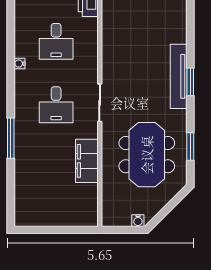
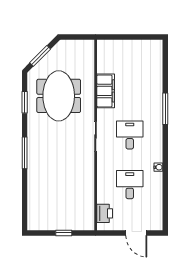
tv unit: (179, 76) -> (34, 157), removed
window: (190, 82) -> (25, 153), width x1.44
window: (170, 206) -> (40, 56), added
water cooler: (138, 221) -> (66, 44), removed

